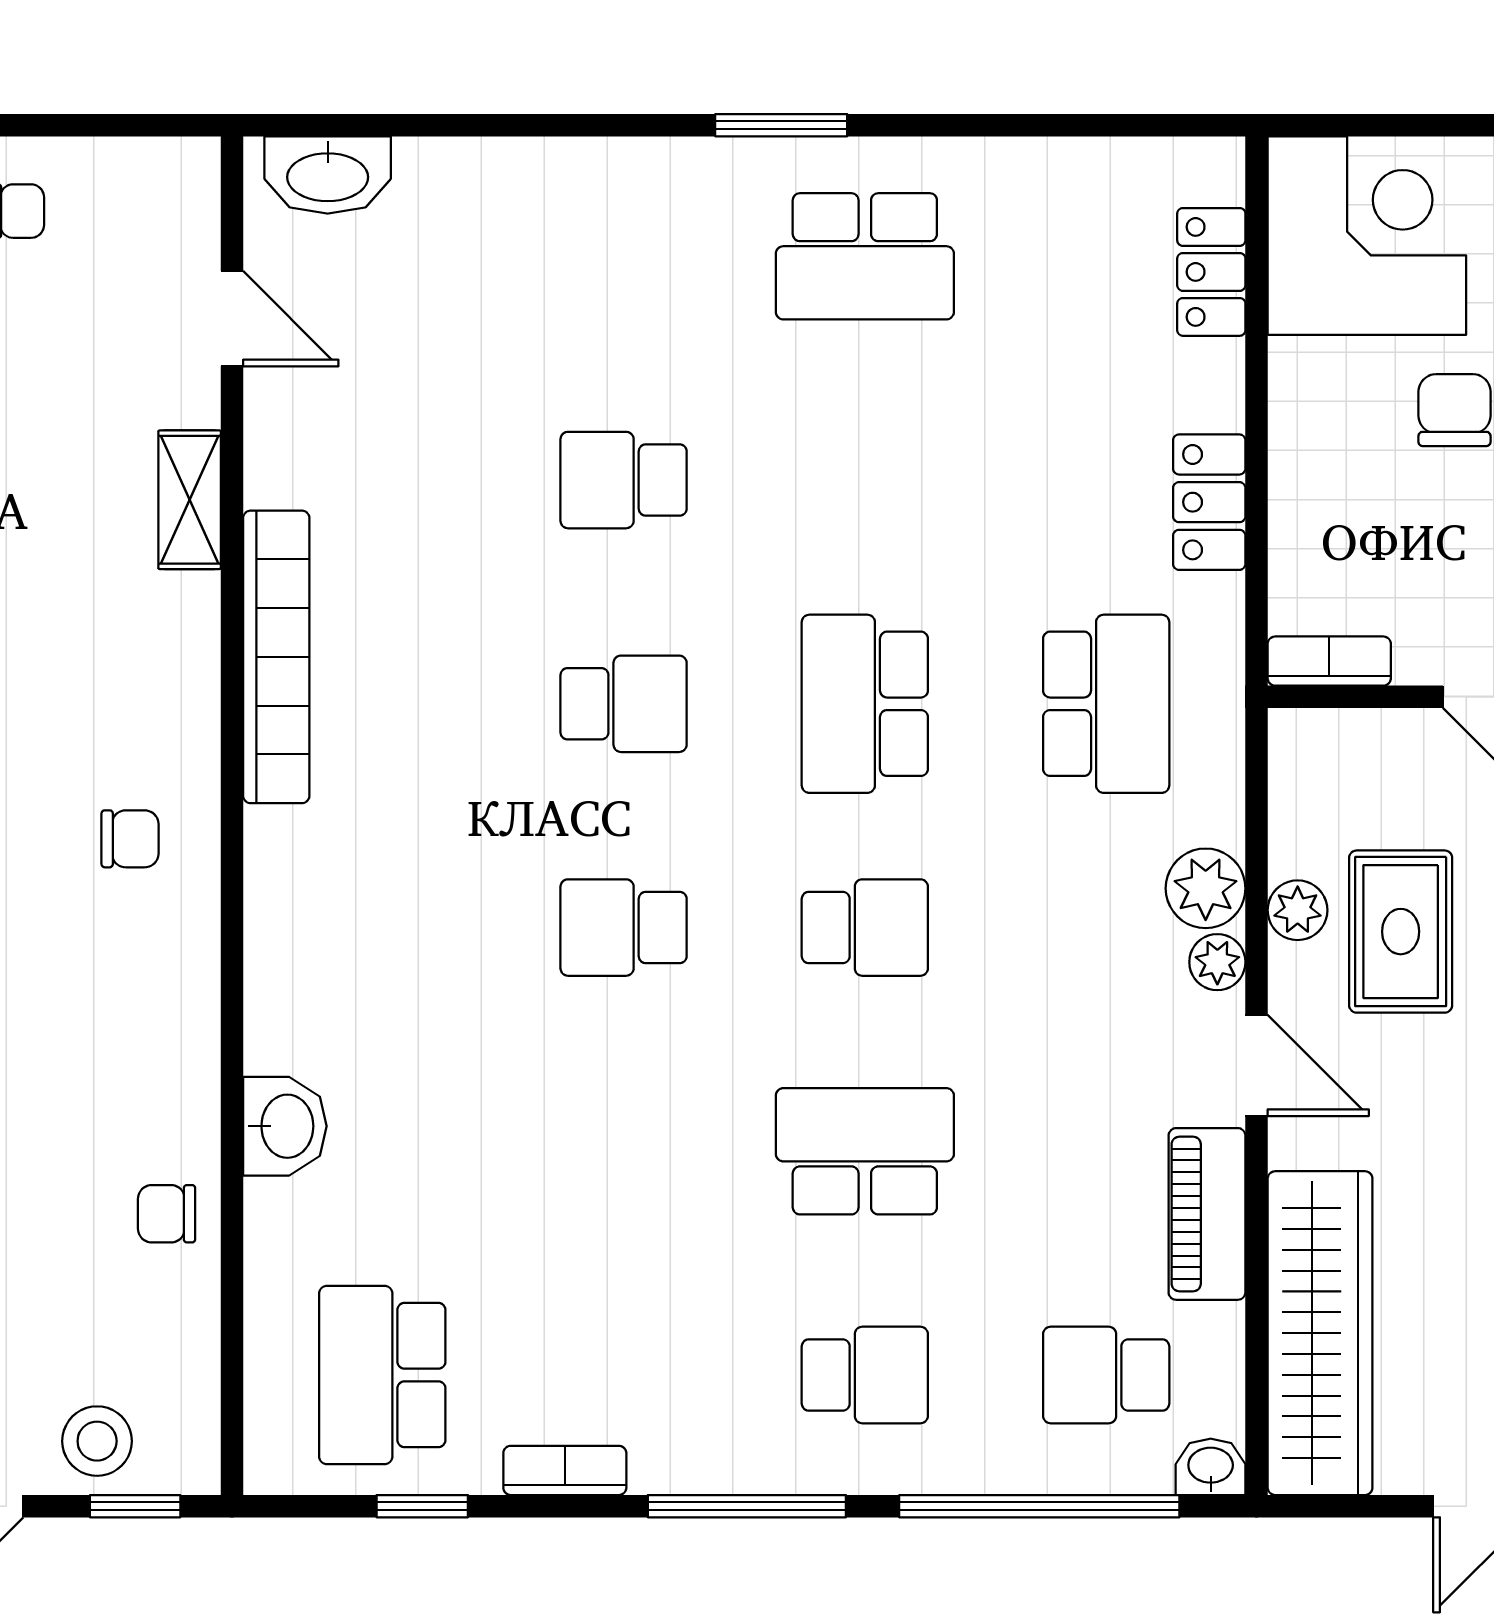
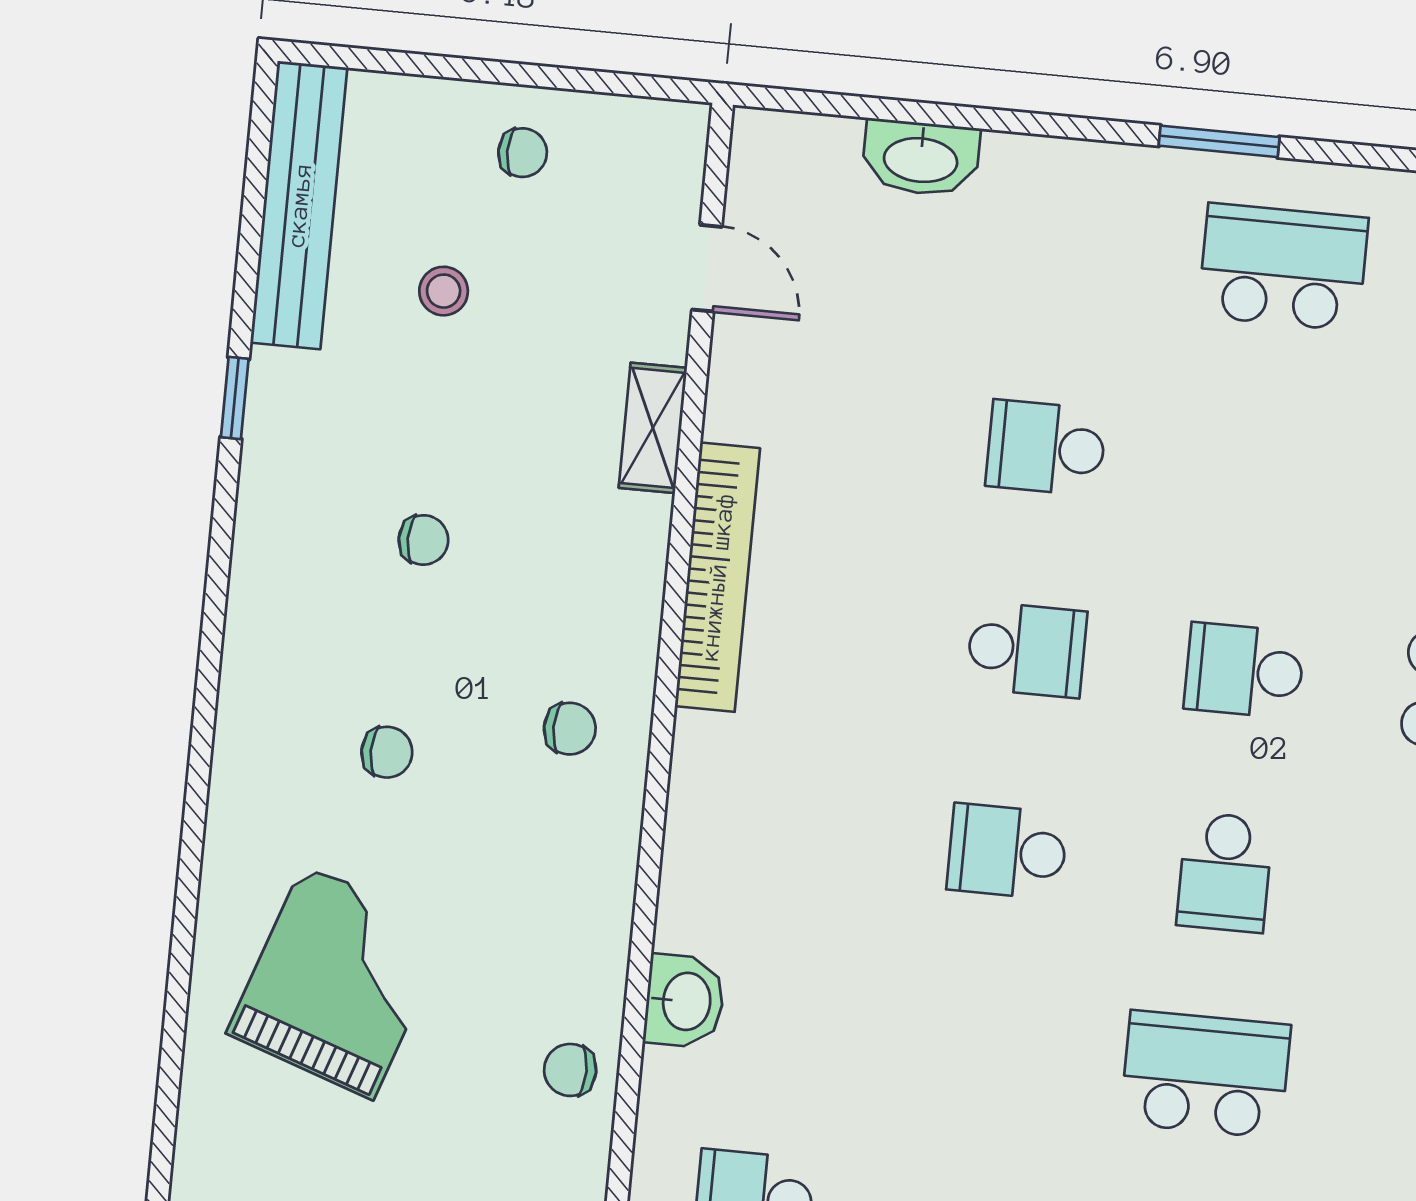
washbasin: (328, 175) -> (921, 158), moved
school desk: (865, 256) -> (1283, 267), turned 180
school desk: (865, 704) -> (1244, 671), width x0.54
school desk: (865, 928) -> (1225, 872), turned 90

